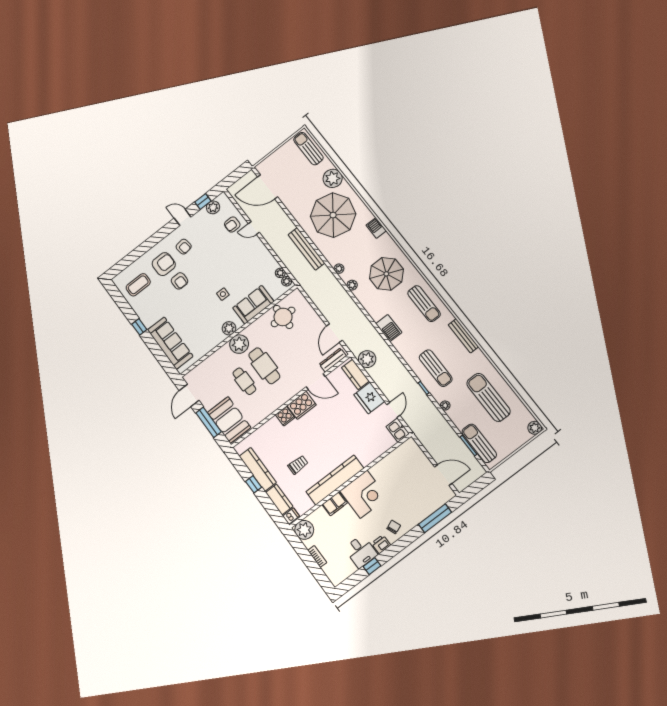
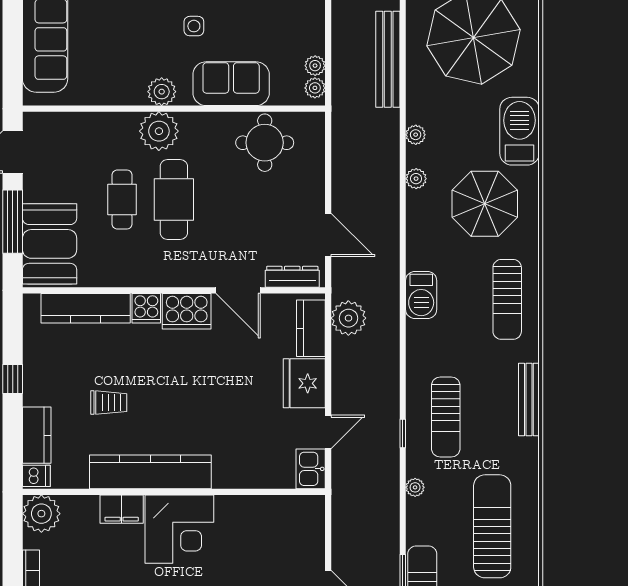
barbecue: (376, 228) -> (519, 131), width x1.88, depth x1.53
door: (334, 333) -> (328, 235), swing flipped
kitchen counter: (258, 469) -> (86, 308), moved, turned 90

